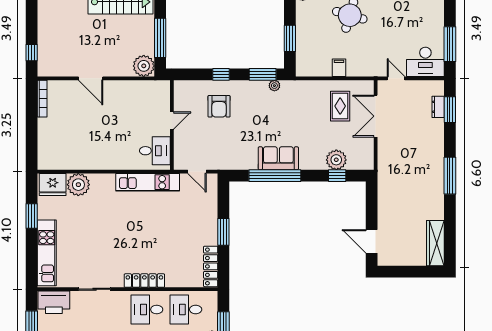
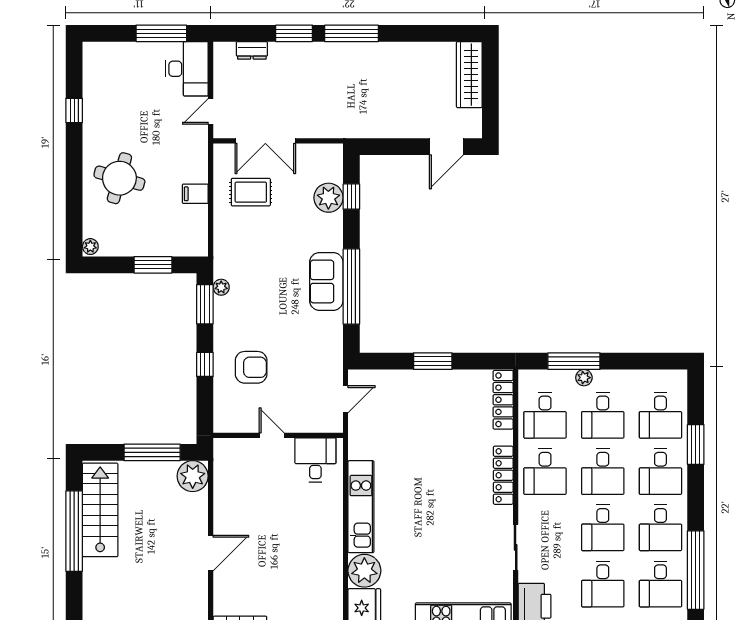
window: (450, 110) -> (294, 33), moved
kitchen unit: (148, 182) -> (361, 507), moved
wardrobe: (435, 243) -> (469, 75), moved, turned 90
locker: (211, 266) -> (503, 400), moved, turned 90

